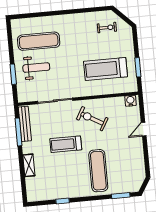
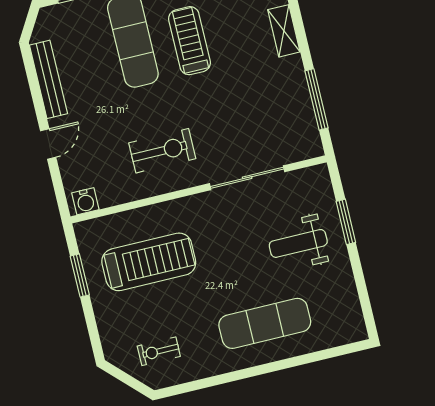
exercise mat: (39, 41) -> (265, 323), moved
exercise bike: (92, 119) -> (162, 151), turned -30
bench: (25, 124) -> (48, 79), moved
treadmill: (66, 144) -> (190, 41), moved, turned -90

